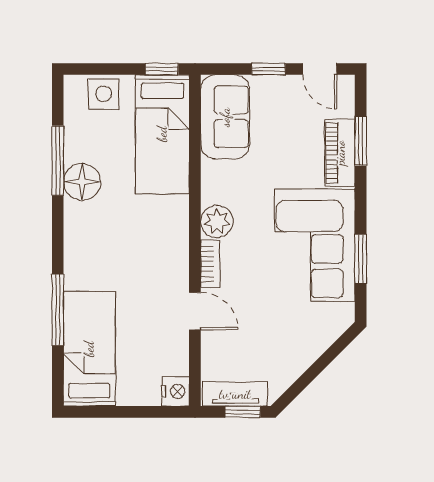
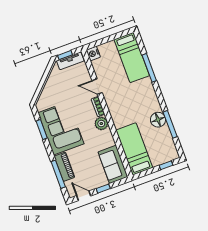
window: (162, 69) -> (166, 165), moved
side table: (104, 94) -> (162, 156), removed
window: (361, 141) -> (58, 174), width x1.44

